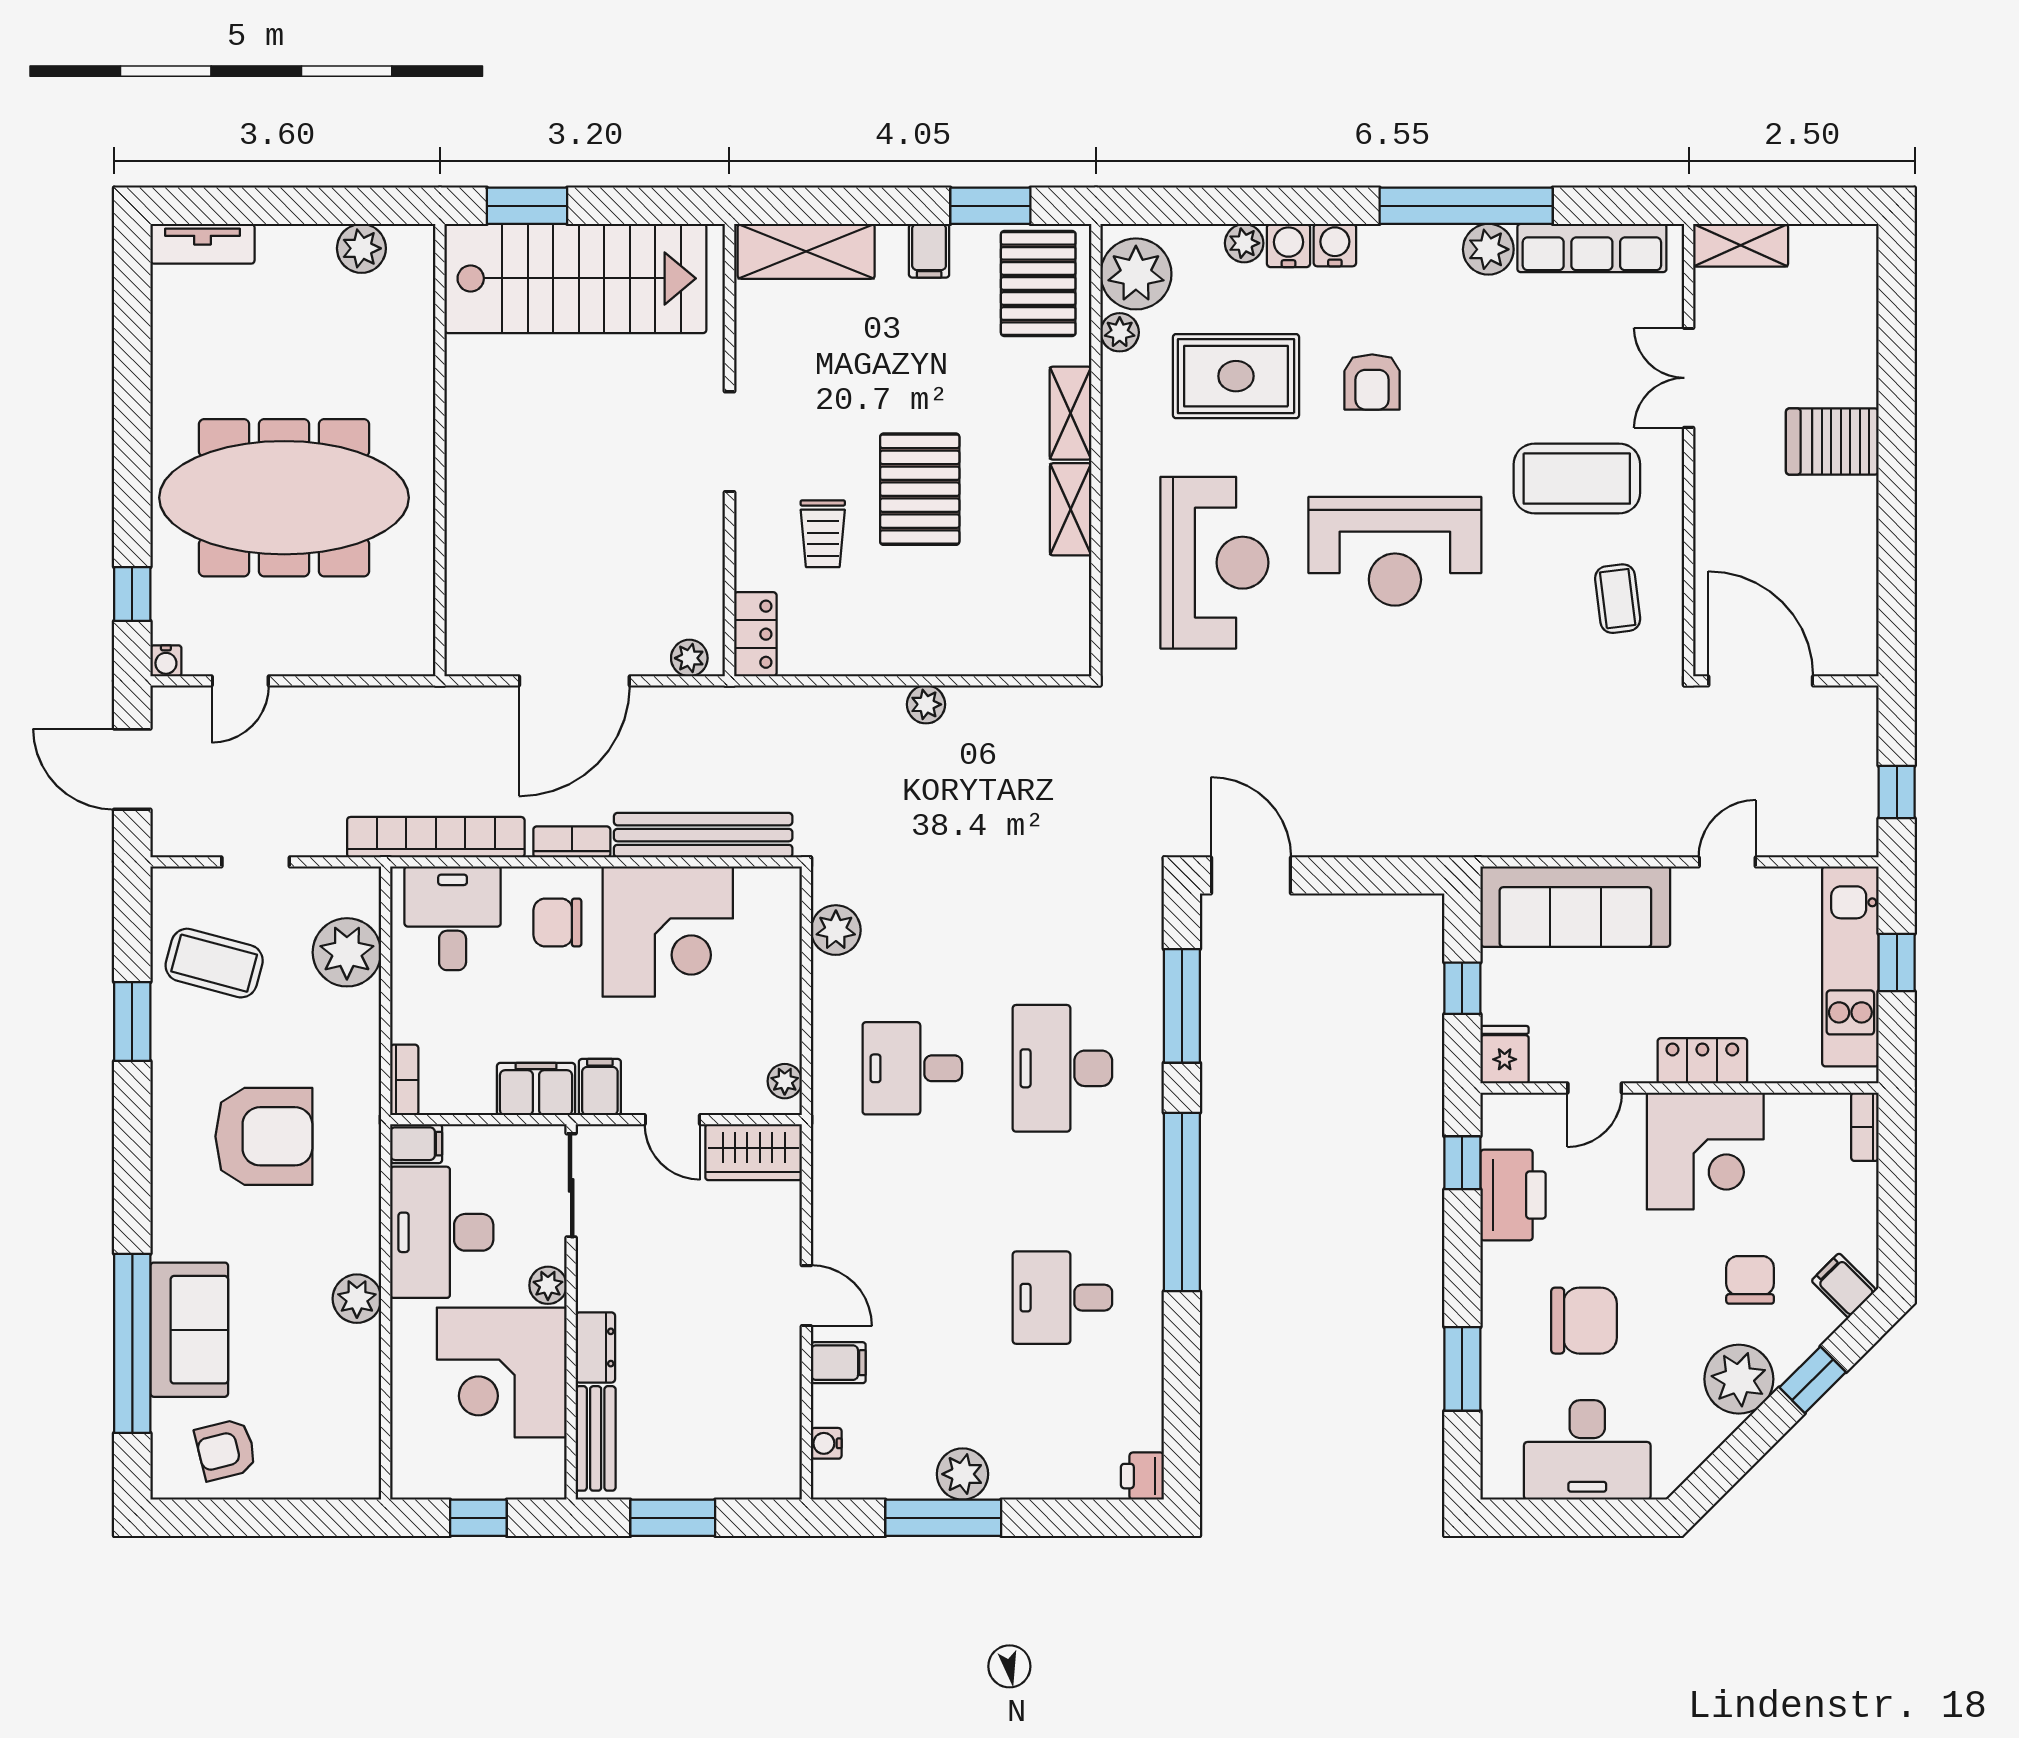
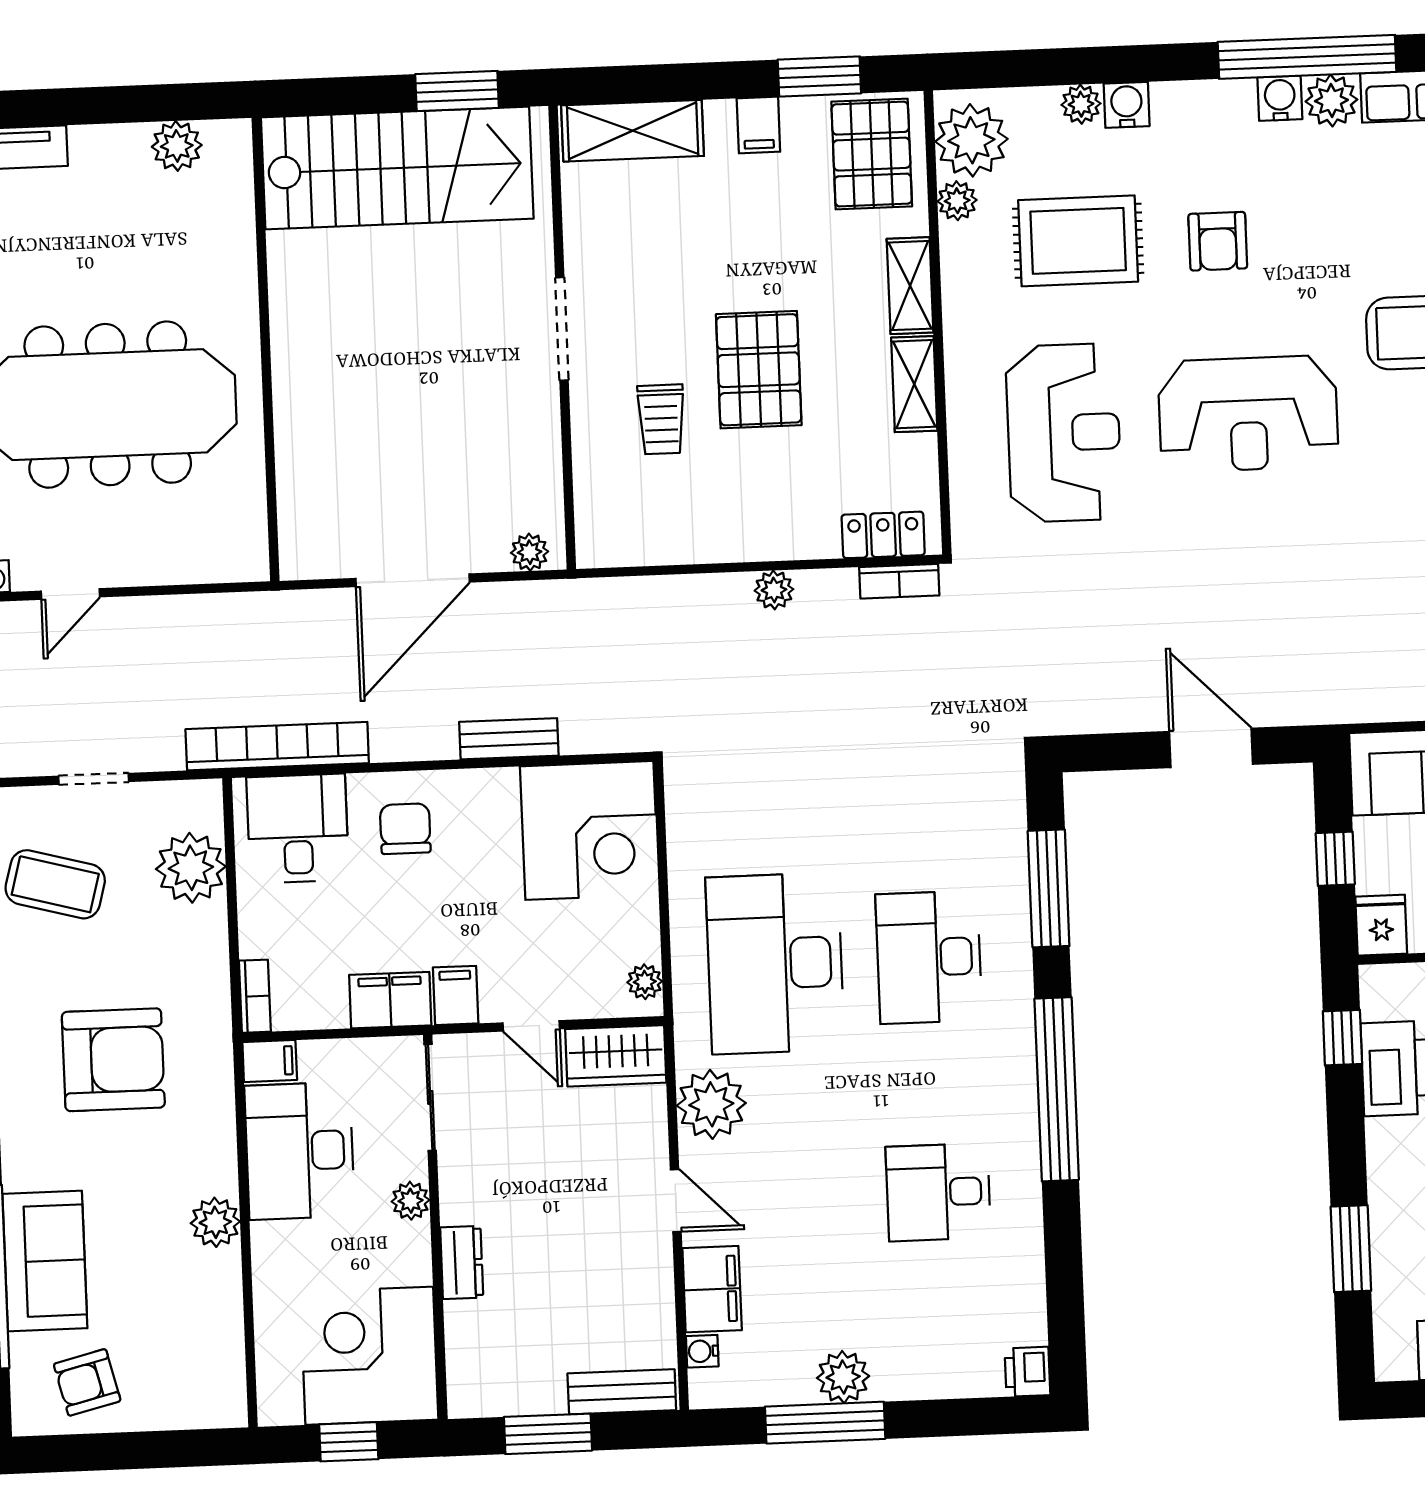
window: (527, 206) -> (457, 91), moved
water cooler: (1335, 245) -> (1280, 98), moved
locker: (755, 634) -> (883, 535), moved, turned -90
bench: (703, 835) -> (509, 739), width x0.54, depth x0.82
bookcase: (572, 842) -> (899, 581), moved, turned 180
door: (1251, 875) -> (1211, 748), moved
chair: (557, 923) -> (405, 829), turned 90
plant: (836, 930) -> (711, 1104), moved, width x1.36, depth x1.36
corner desk: (668, 931) -> (589, 830), moved
desk: (912, 1068) -> (775, 963), width x1.87, depth x1.30
filing cabinet: (838, 1363) -> (712, 1289), width x2.00
corner desk: (502, 1373) -> (369, 1356), moved, turned 90
bench: (596, 1438) -> (622, 1392), moved, turned 90

